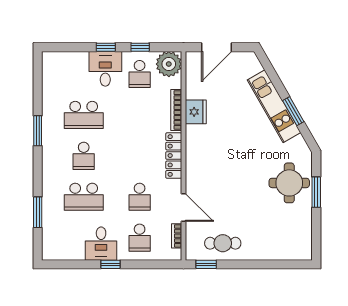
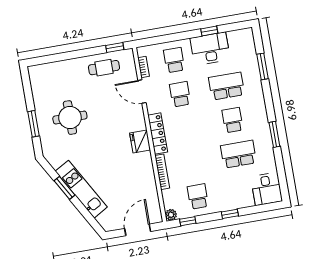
window: (140, 47) -> (188, 221), moved
plant: (169, 64) -> (171, 215), width x0.53, depth x0.53
desk: (105, 69) -> (267, 189), moved
fridge: (196, 112) -> (140, 142), moved
round table: (289, 183) -> (70, 118), moved
desk: (101, 244) -> (210, 49), width x1.37
window: (110, 264) -> (209, 31), moved

